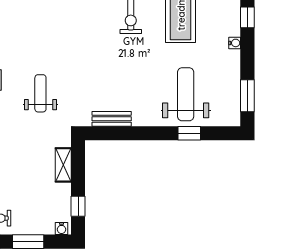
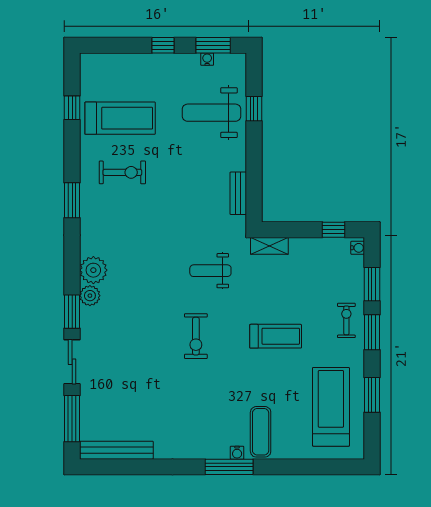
window: (247, 17) -> (163, 45), moved
water cooler: (235, 43) -> (207, 59), moved
shelving: (63, 165) -> (269, 246), moved

